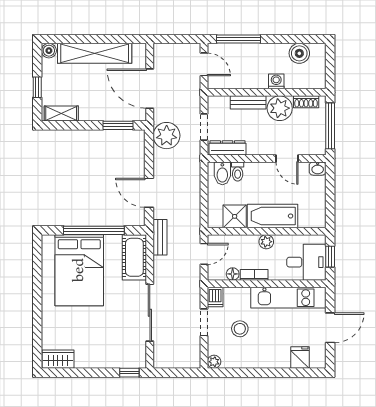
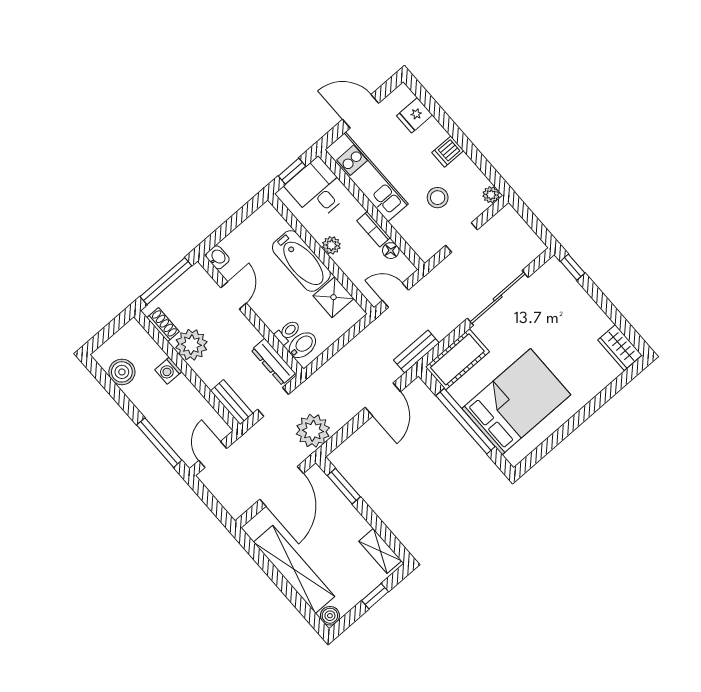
bench: (248, 102) -> (232, 402), moved
dishwasher: (215, 297) -> (448, 152), moved, turned 180

